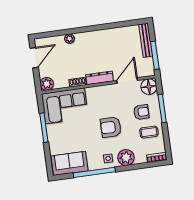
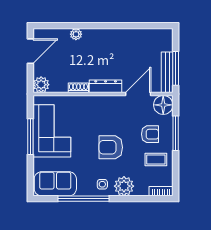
bench: (146, 40) -> (167, 72), moved
corner sofa: (65, 106) -> (52, 131), moved, turned -90

